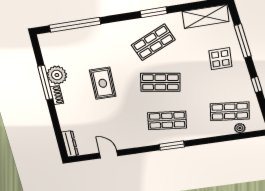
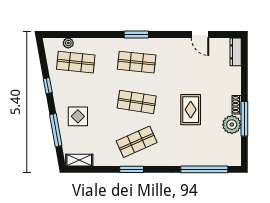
shelving: (206, 17) -> (79, 160), width x0.67, depth x0.75

